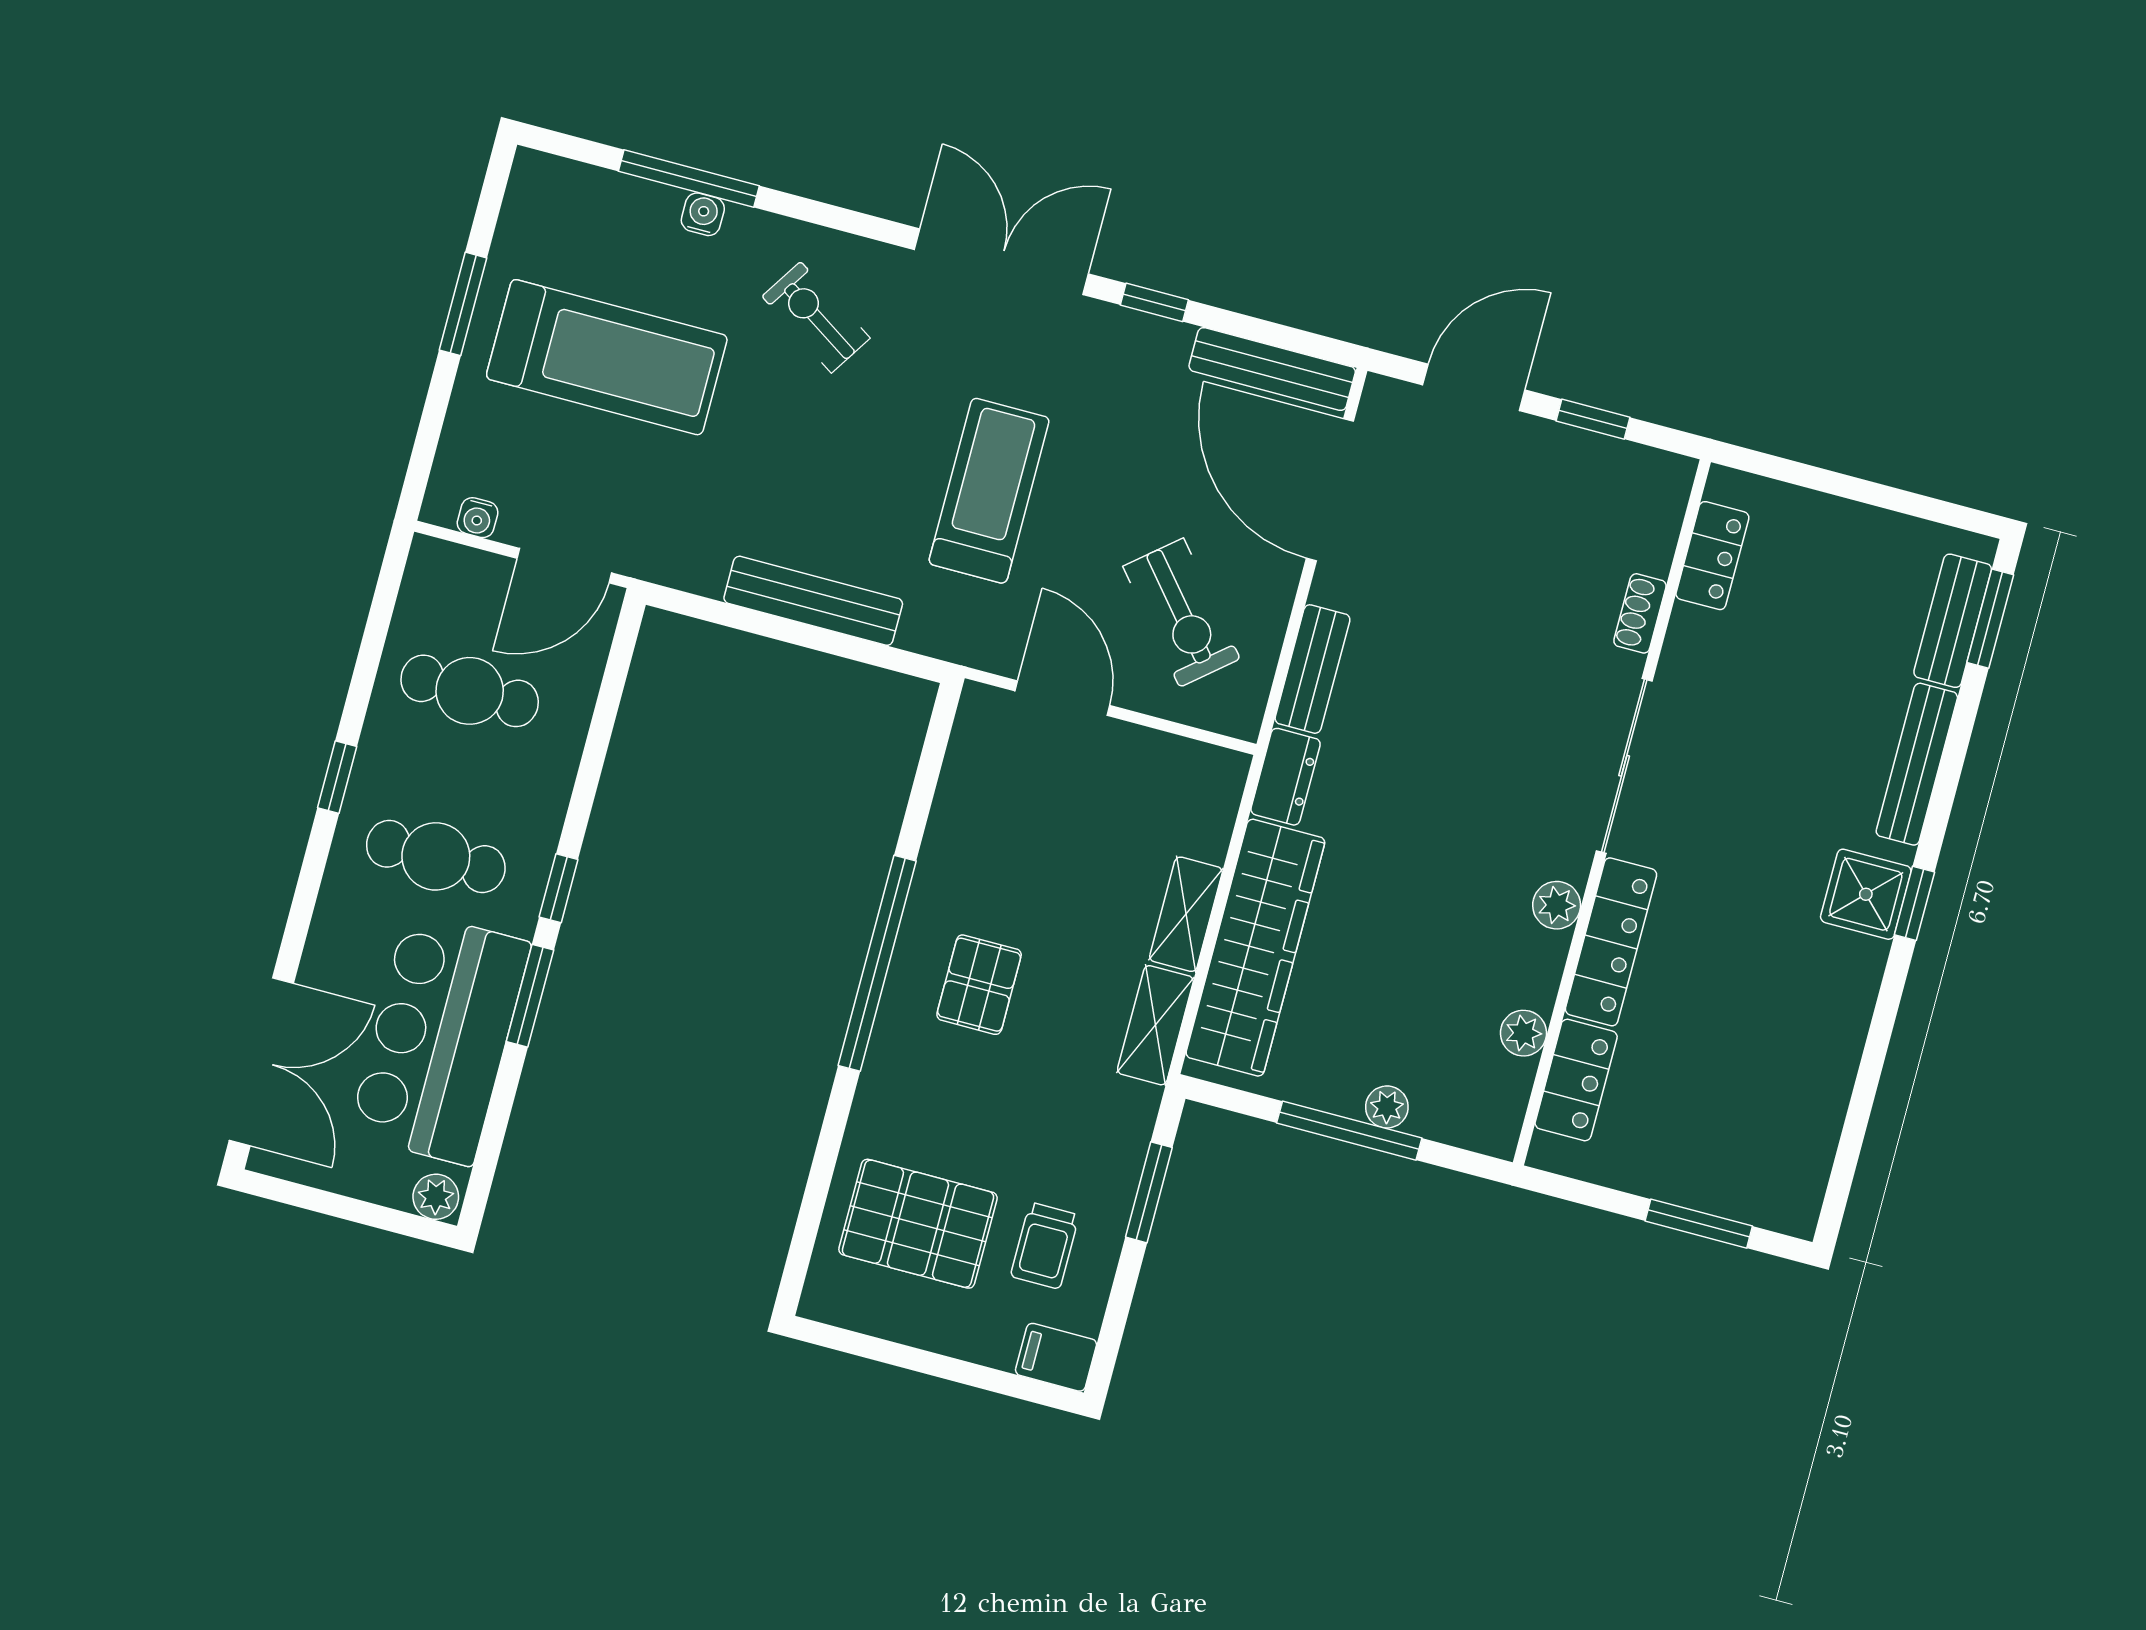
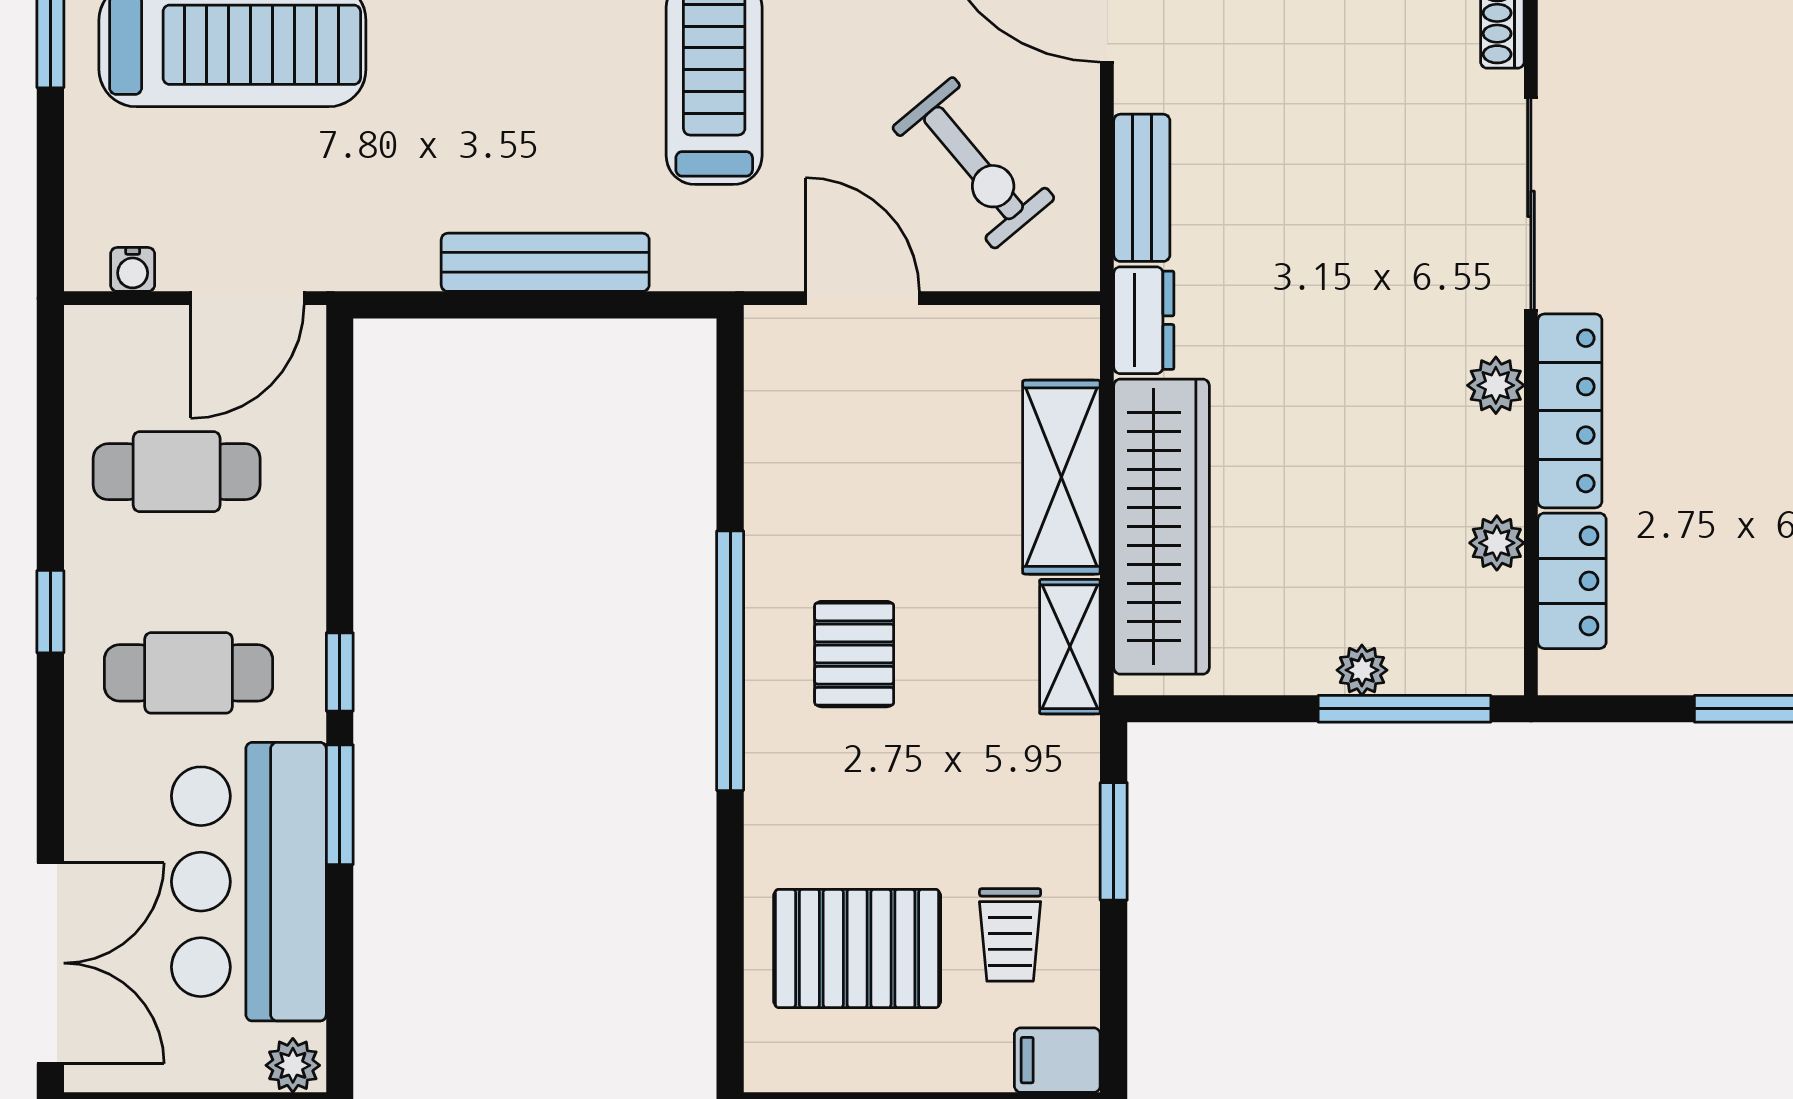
shelving: (1186, 914) -> (1061, 477), width x1.50, depth x1.33
window: (1349, 1131) -> (1404, 709), moved

